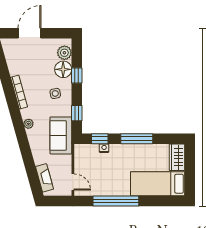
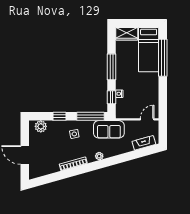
floor lamp: (63, 69) -> (54, 127), removed
window: (77, 113) -> (90, 116), width x2.17
window: (116, 201) -> (163, 58), moved

